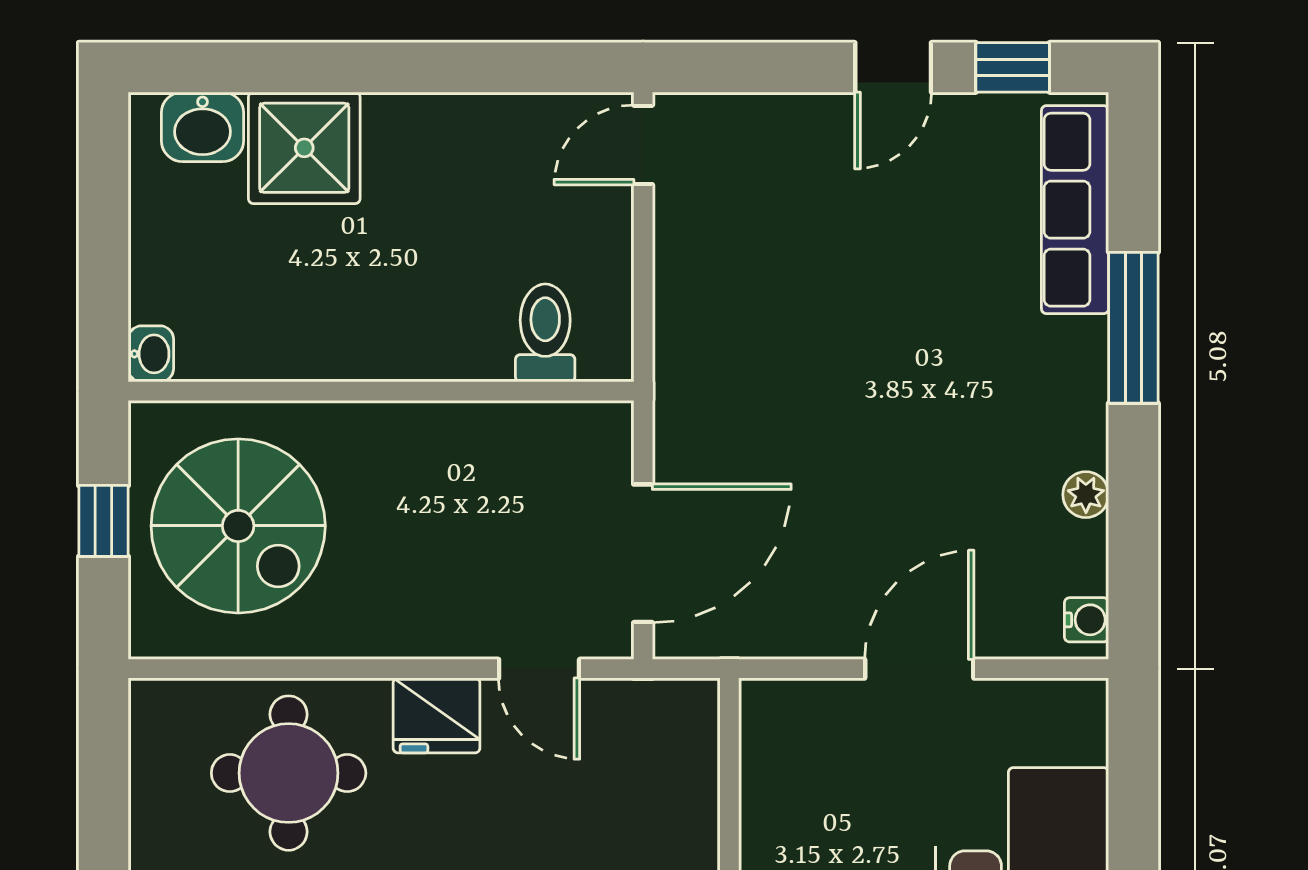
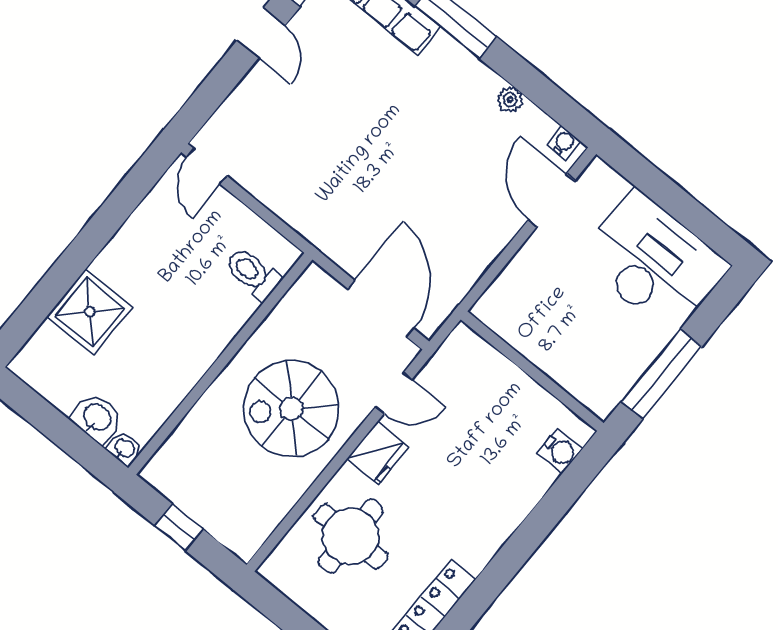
washbasin: (202, 127) -> (97, 418), moved, turned -90
spiral stairs: (238, 526) -> (291, 409), moved, turned 180
door: (919, 669) -> (551, 200), moved

